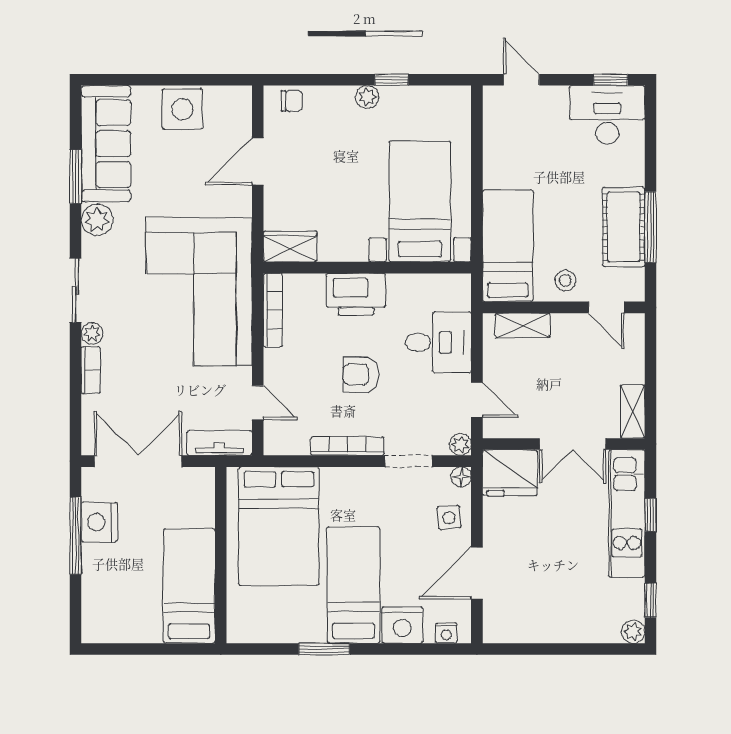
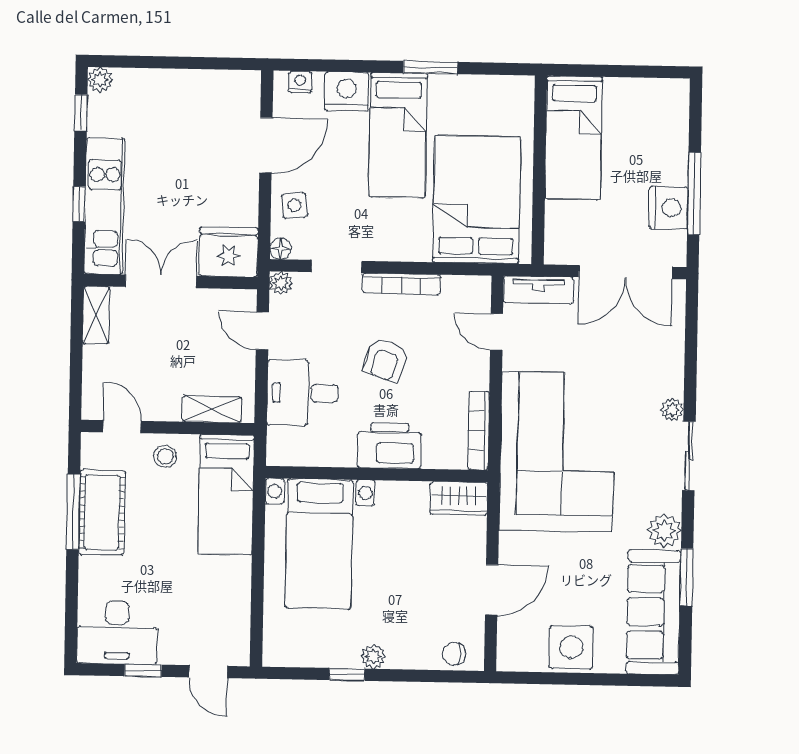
window: (611, 80) -> (143, 670), moved
bookcase: (91, 370) -> (674, 370), removed
armchair: (361, 375) -> (386, 360), turned 108

